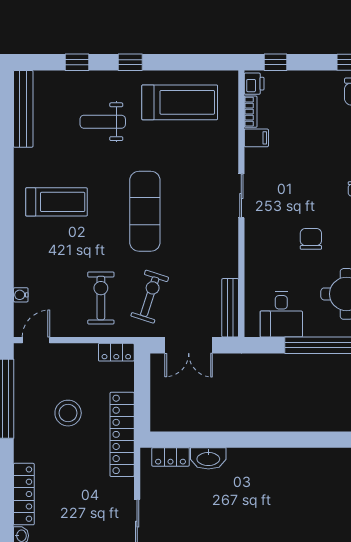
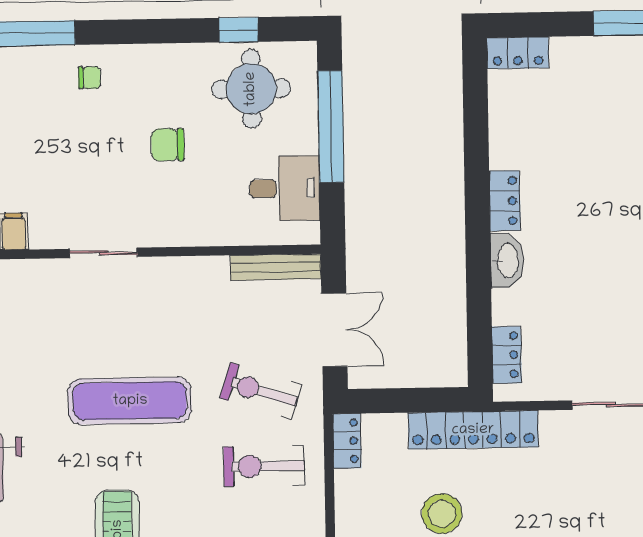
locker: (271, 457) -> (505, 201), added
washbasin: (208, 458) -> (507, 260), moved

